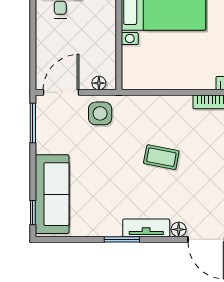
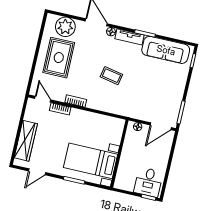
side table: (100, 113) -> (141, 109), removed
sofa: (52, 194) -> (166, 50), moved, turned -90

